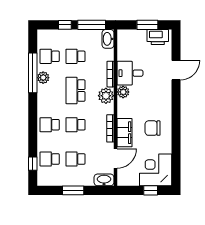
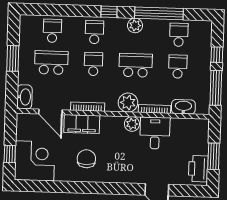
washbasin: (108, 39) -> (183, 107), moved
plant: (43, 78) -> (135, 25), moved
school desk: (75, 159) -> (51, 63), width x1.85
window: (33, 164) -> (109, 12), moved

